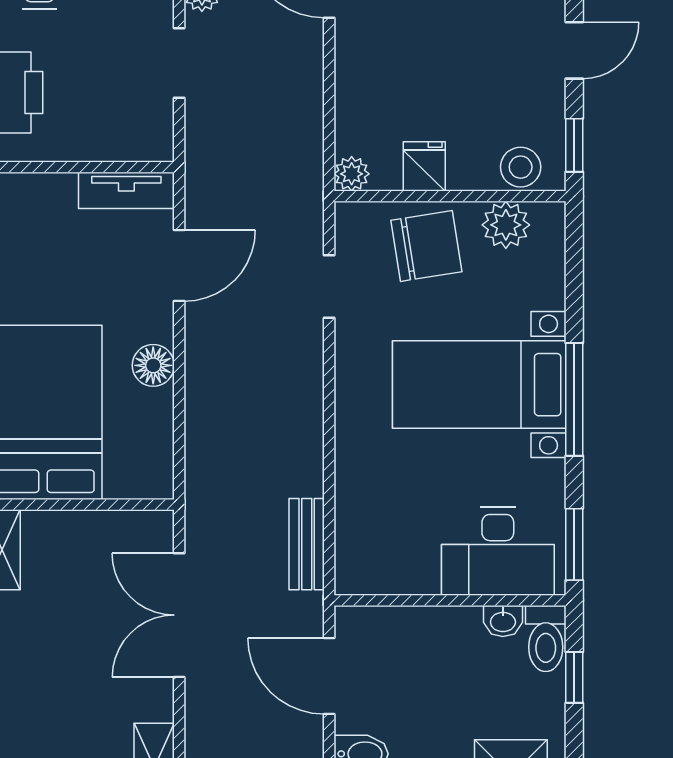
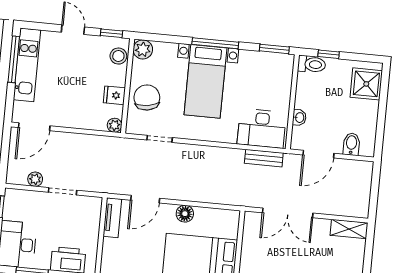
plant: (506, 225) -> (143, 49), moved
door: (179, 266) -> (145, 199), swing flipped
desk: (498, 551) -> (262, 128), moved, turned 90
washbasin: (503, 621) -> (299, 118), moved

